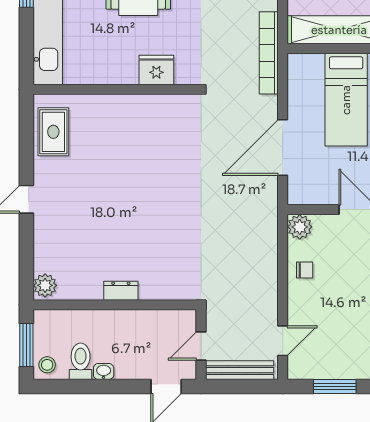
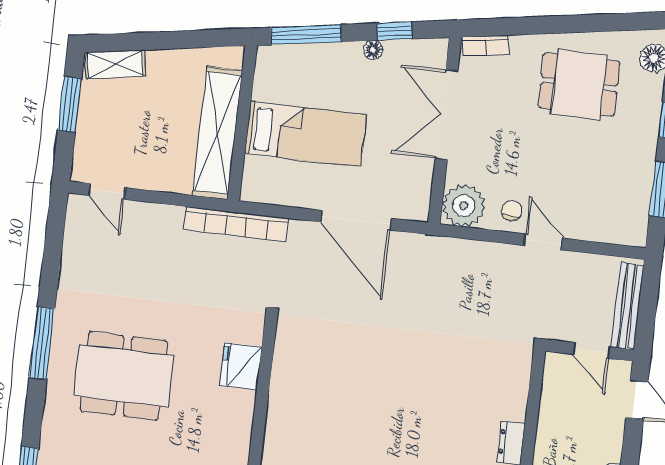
plant: (300, 227) -> (464, 206), width x1.36, depth x1.36
door: (283, 341) -> (543, 242), moved

